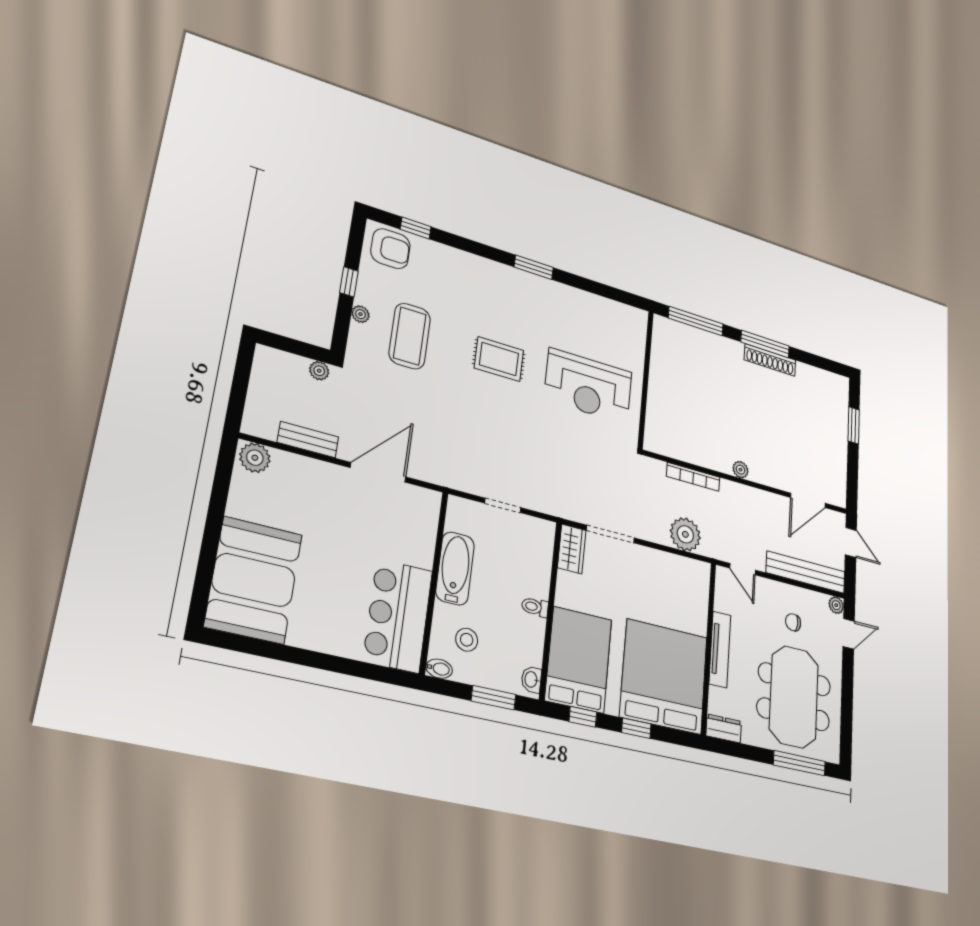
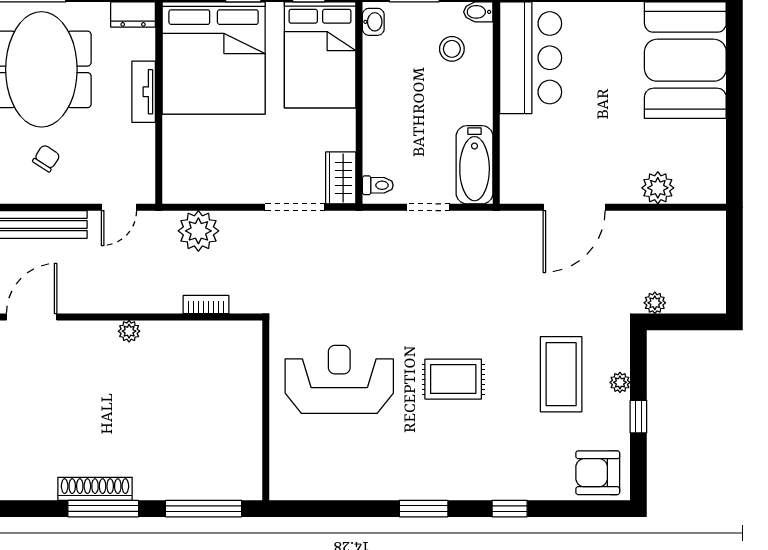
window: (416, 228) -> (510, 509), moved
bench: (308, 440) -> (655, 223), removed
plant: (255, 458) -> (658, 188), moved
bookcase: (693, 477) -> (206, 305), width x0.64
bathtub: (455, 568) -> (475, 165), moved
door: (743, 569) -> (119, 207), swing flipped
toilet: (535, 607) -> (378, 185), moved
chair: (793, 622) -> (46, 158), turned -61
tv unit: (720, 649) -> (144, 92), width x0.71

